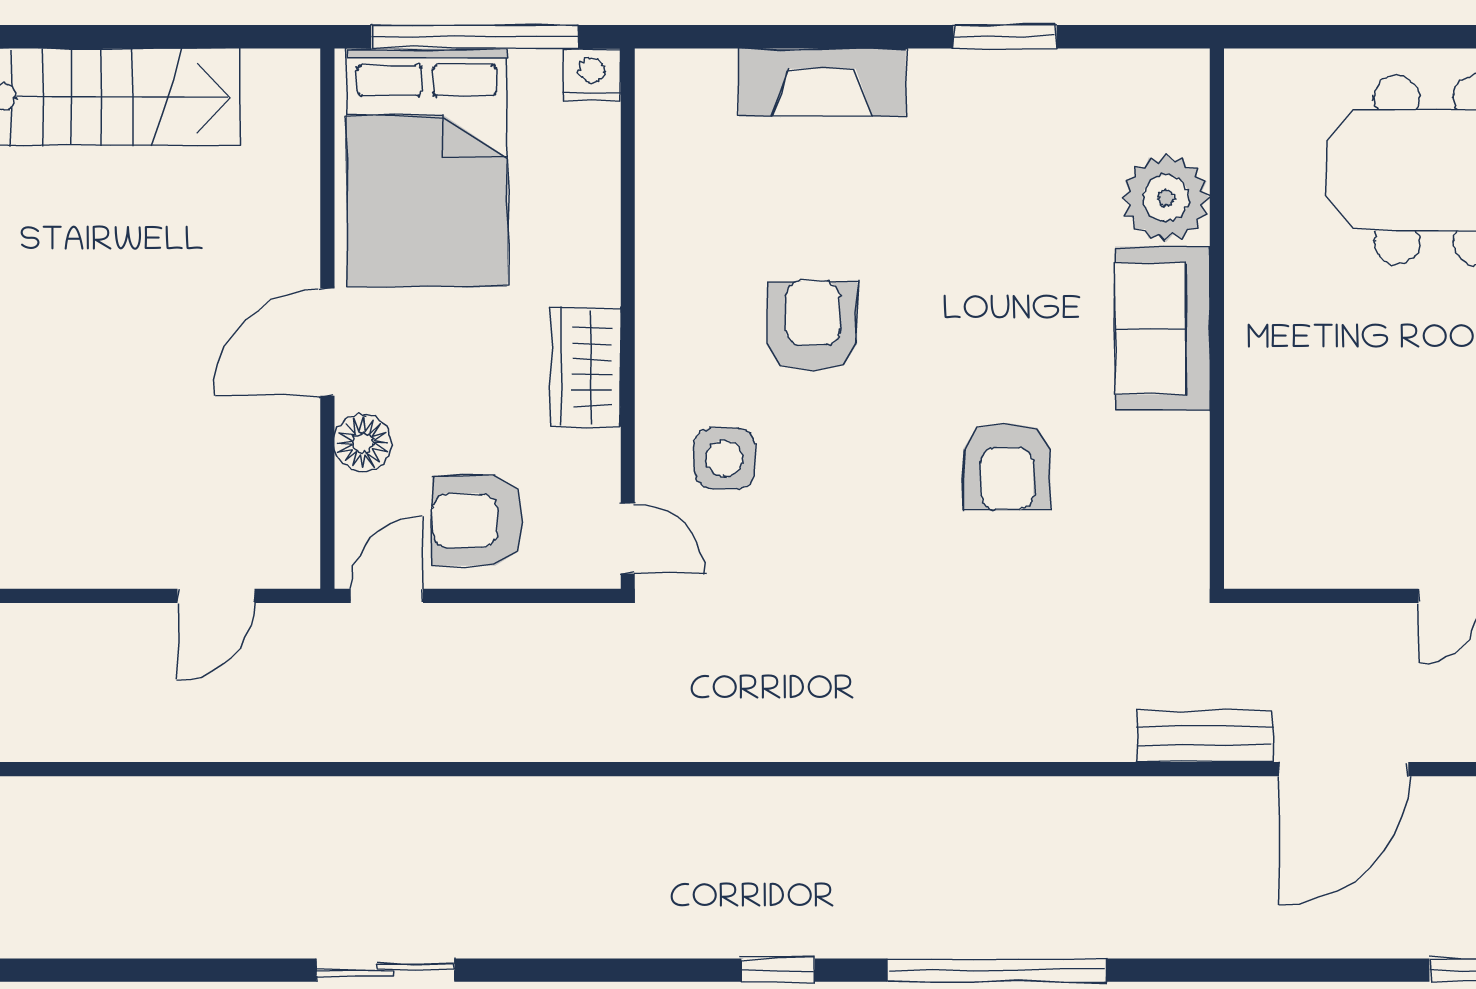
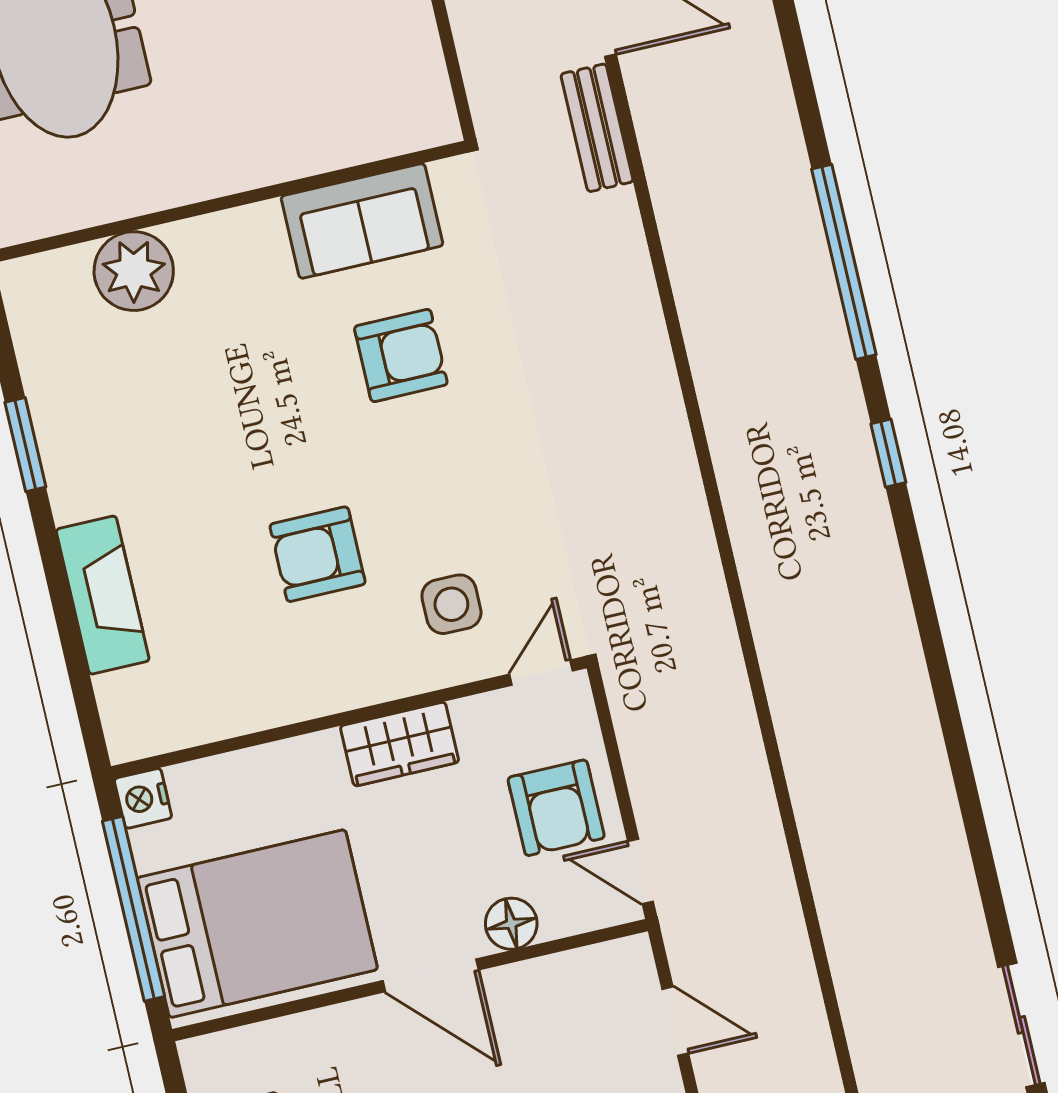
sofa: (1163, 329) -> (362, 221), moved
sliding door: (385, 970) -> (1021, 1025), moved

